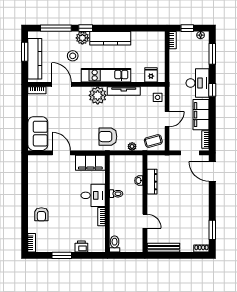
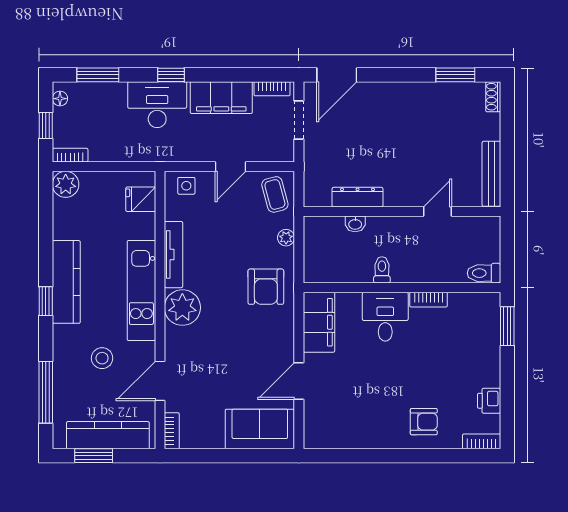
window: (86, 28) -> (46, 301), moved
plant: (82, 38) -> (66, 184), moved
door: (167, 119) -> (230, 167), swing flipped
printer: (81, 246) -> (489, 401), moved
window: (62, 255) -> (507, 326), moved

